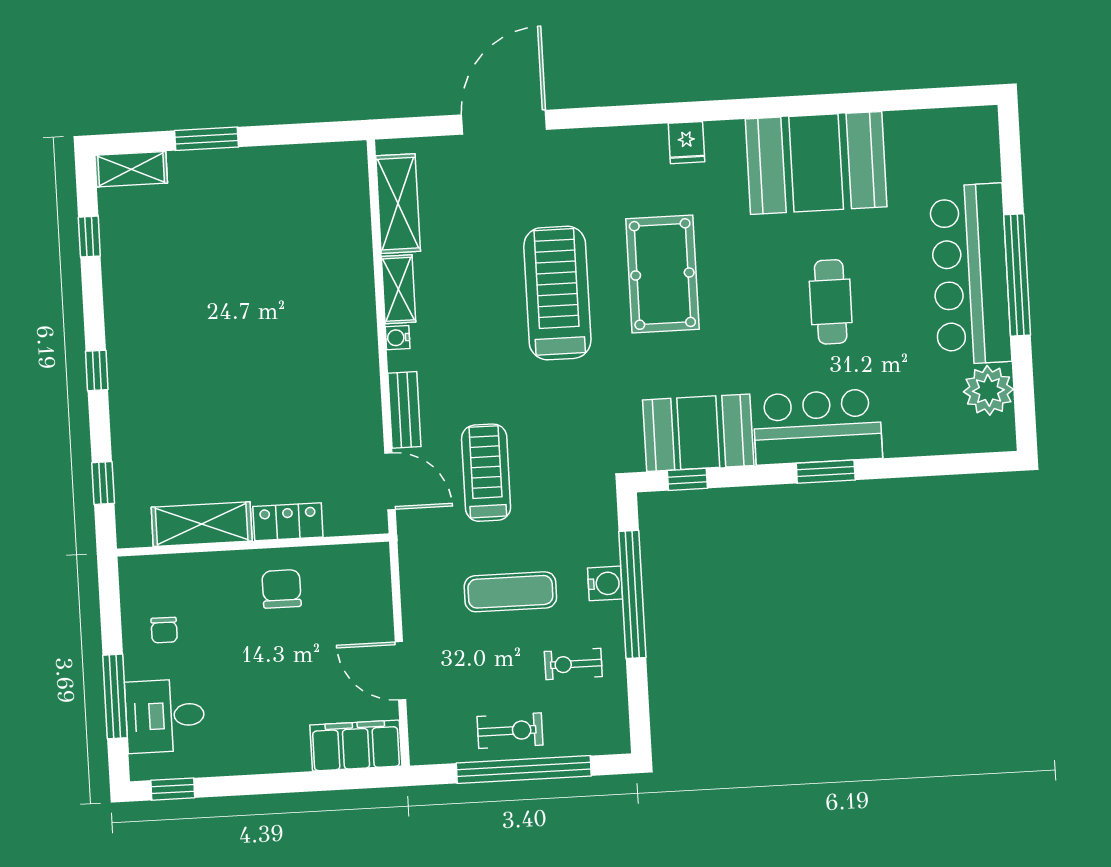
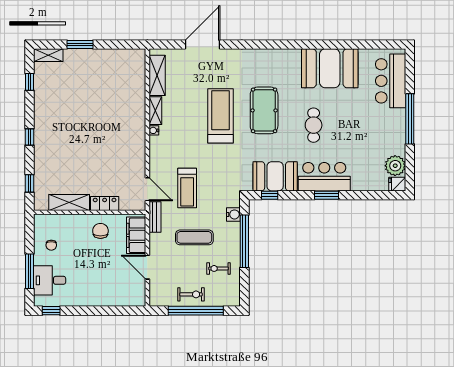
fridge: (686, 143) -> (397, 184), moved, turned 90
bar counter: (970, 274) -> (391, 81), moved, width x0.73
cafe table: (831, 302) -> (314, 125), moved
bench: (404, 410) -> (155, 217), moved
treadmill: (486, 473) -> (187, 188), turned 180
water cooler: (605, 583) -> (233, 214), moved
filing cabinet: (356, 745) -> (136, 235), moved, turned -90

